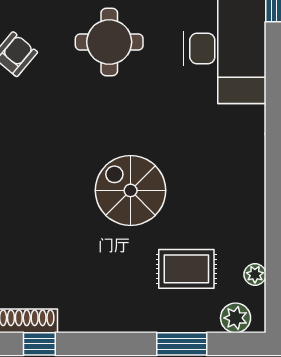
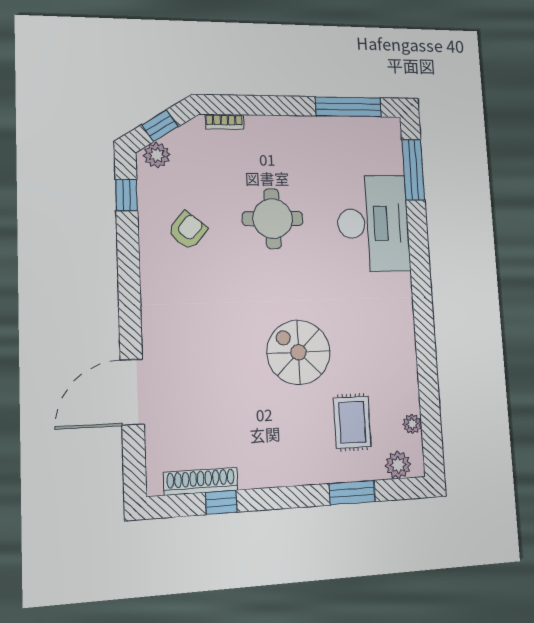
rug: (186, 269) -> (352, 422), turned 90

